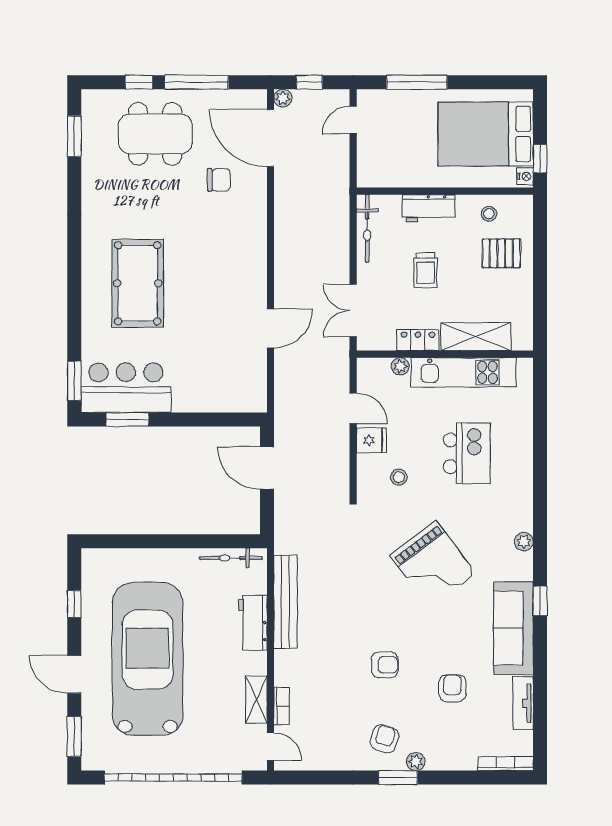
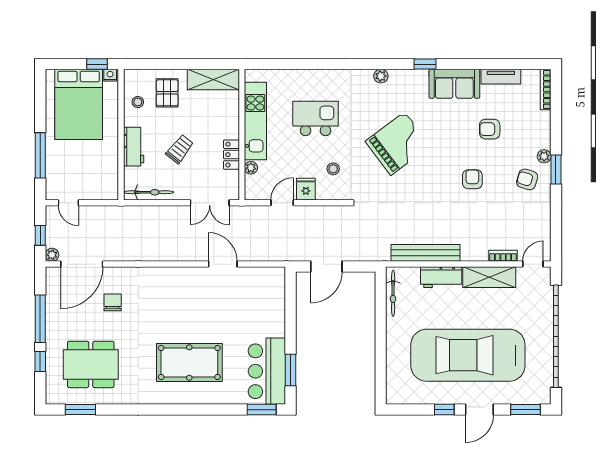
dining table: (155, 134) -> (91, 364), moved, turned 90
trolley: (426, 270) -> (180, 149), turned -52
shelving: (476, 337) -> (213, 79), moved, turned 90
window: (74, 604) -> (444, 410), moved
sofa: (513, 628) -> (454, 84), width x0.73
shelving: (256, 700) -> (489, 277), width x1.50, depth x1.33

